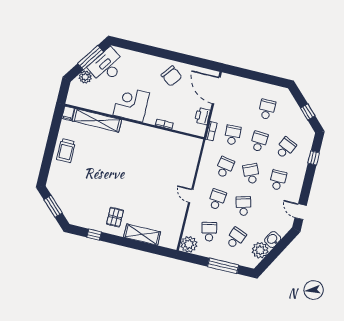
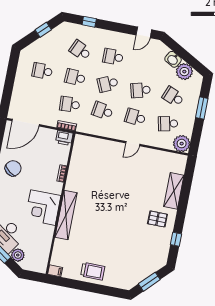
printer: (202, 116) -> (64, 138), moved
shelving: (97, 120) -> (66, 215), moved
window: (223, 266) -> (202, 108), width x0.69

